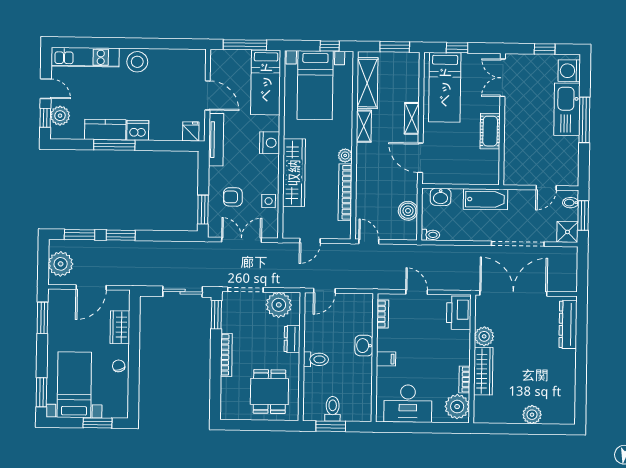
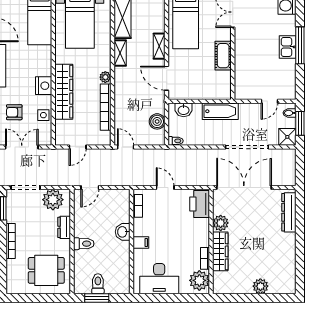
kitchen sink: (567, 109) -> (288, 47), width x0.53, depth x0.81
nightstand: (270, 143) -> (44, 86), moved
dining table: (269, 392) -> (46, 270), turned 90

